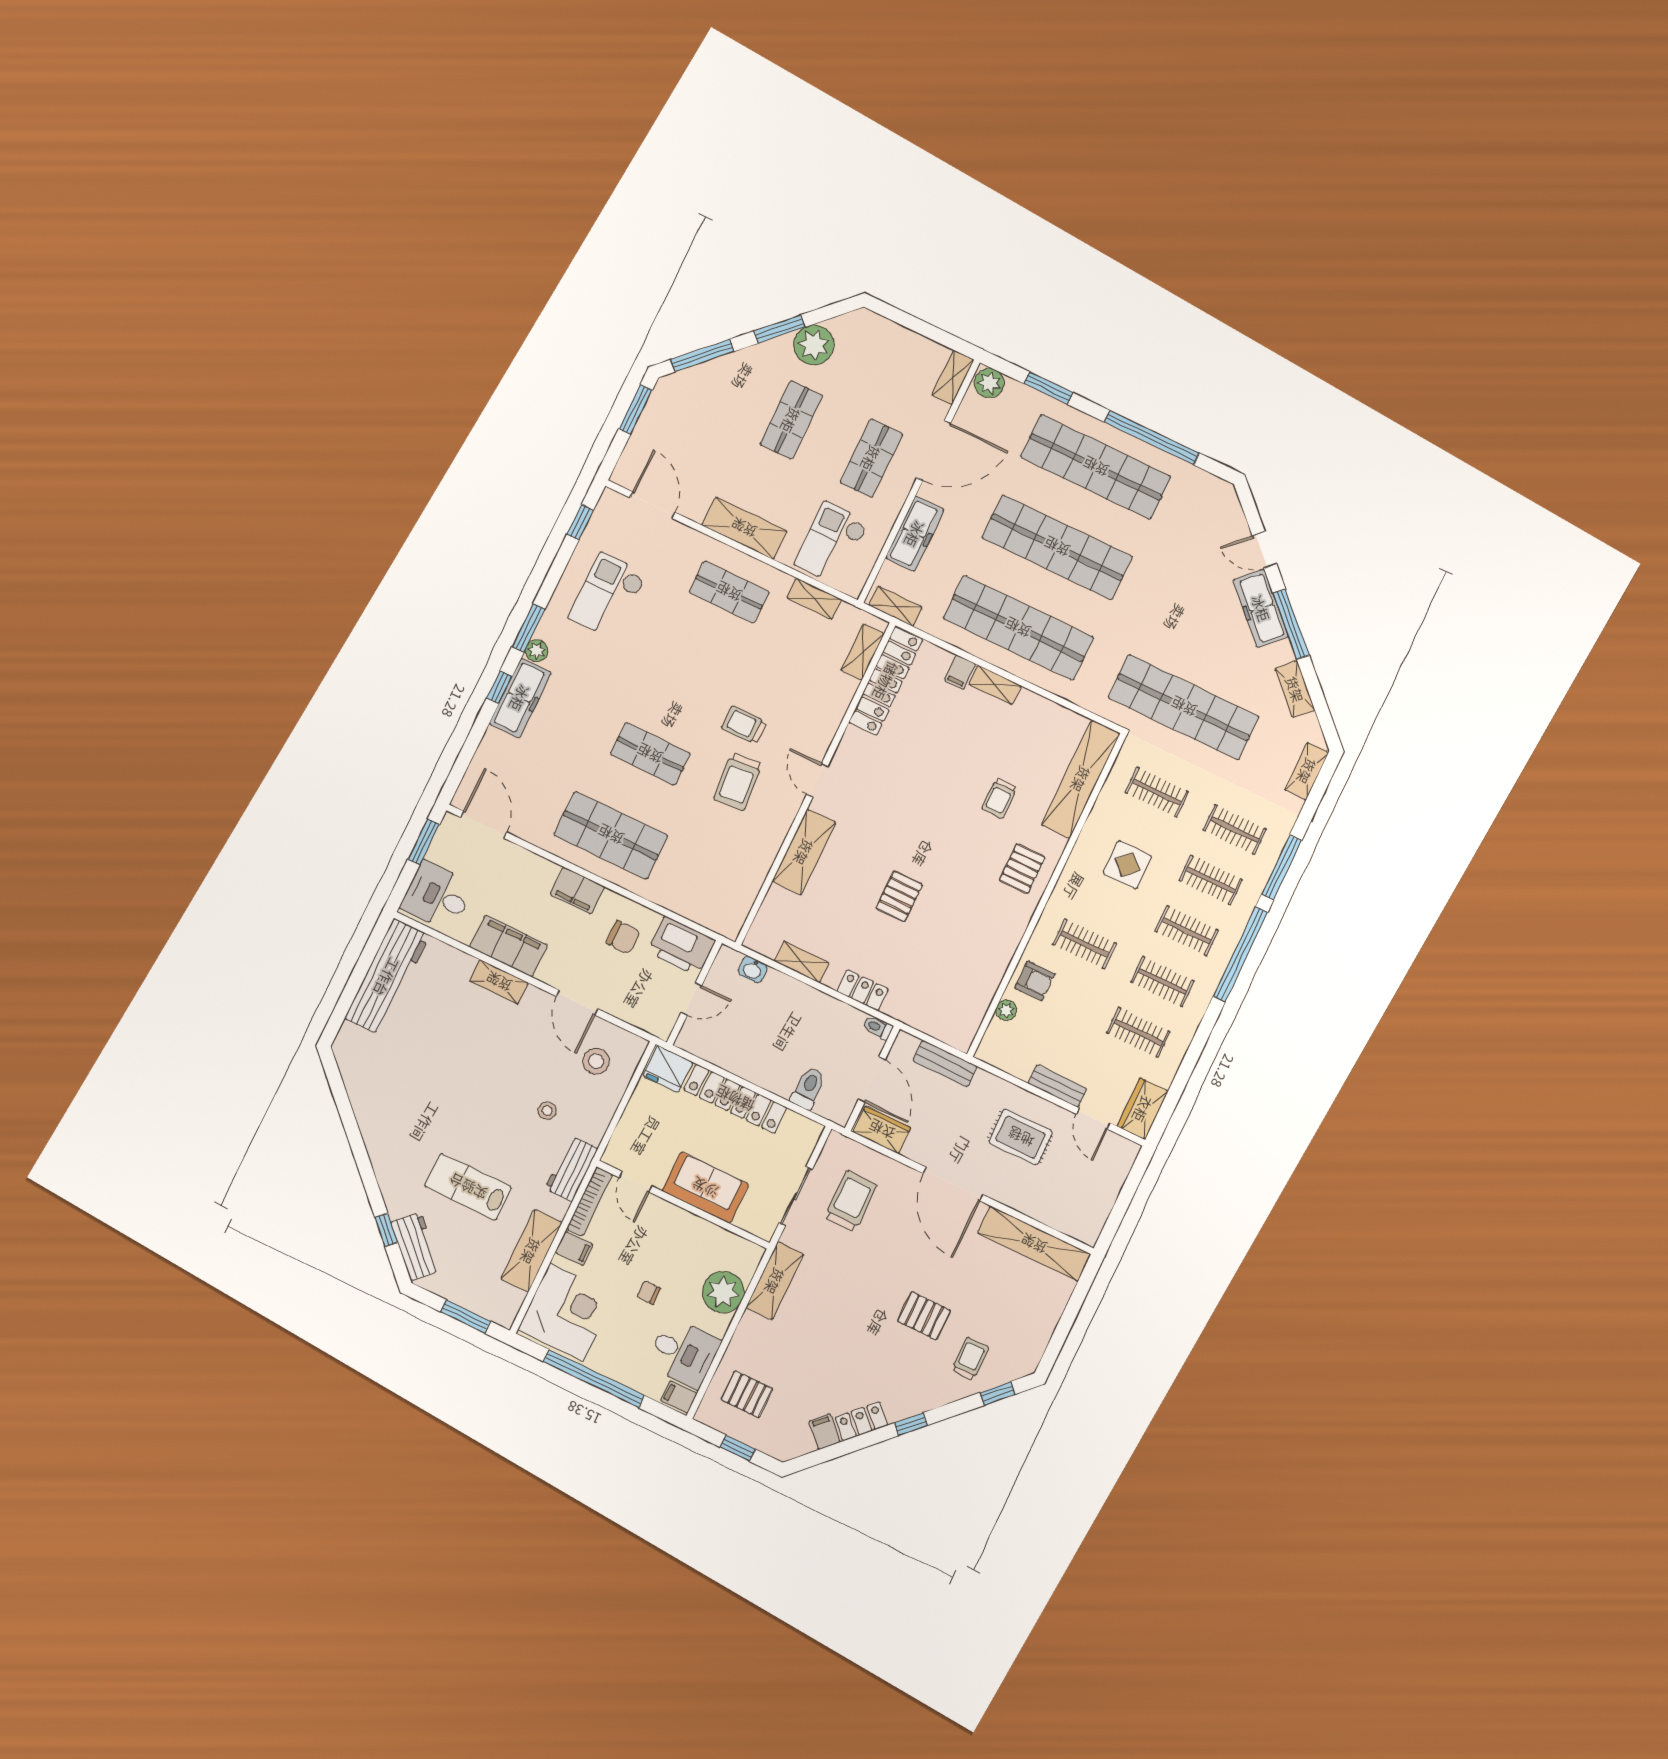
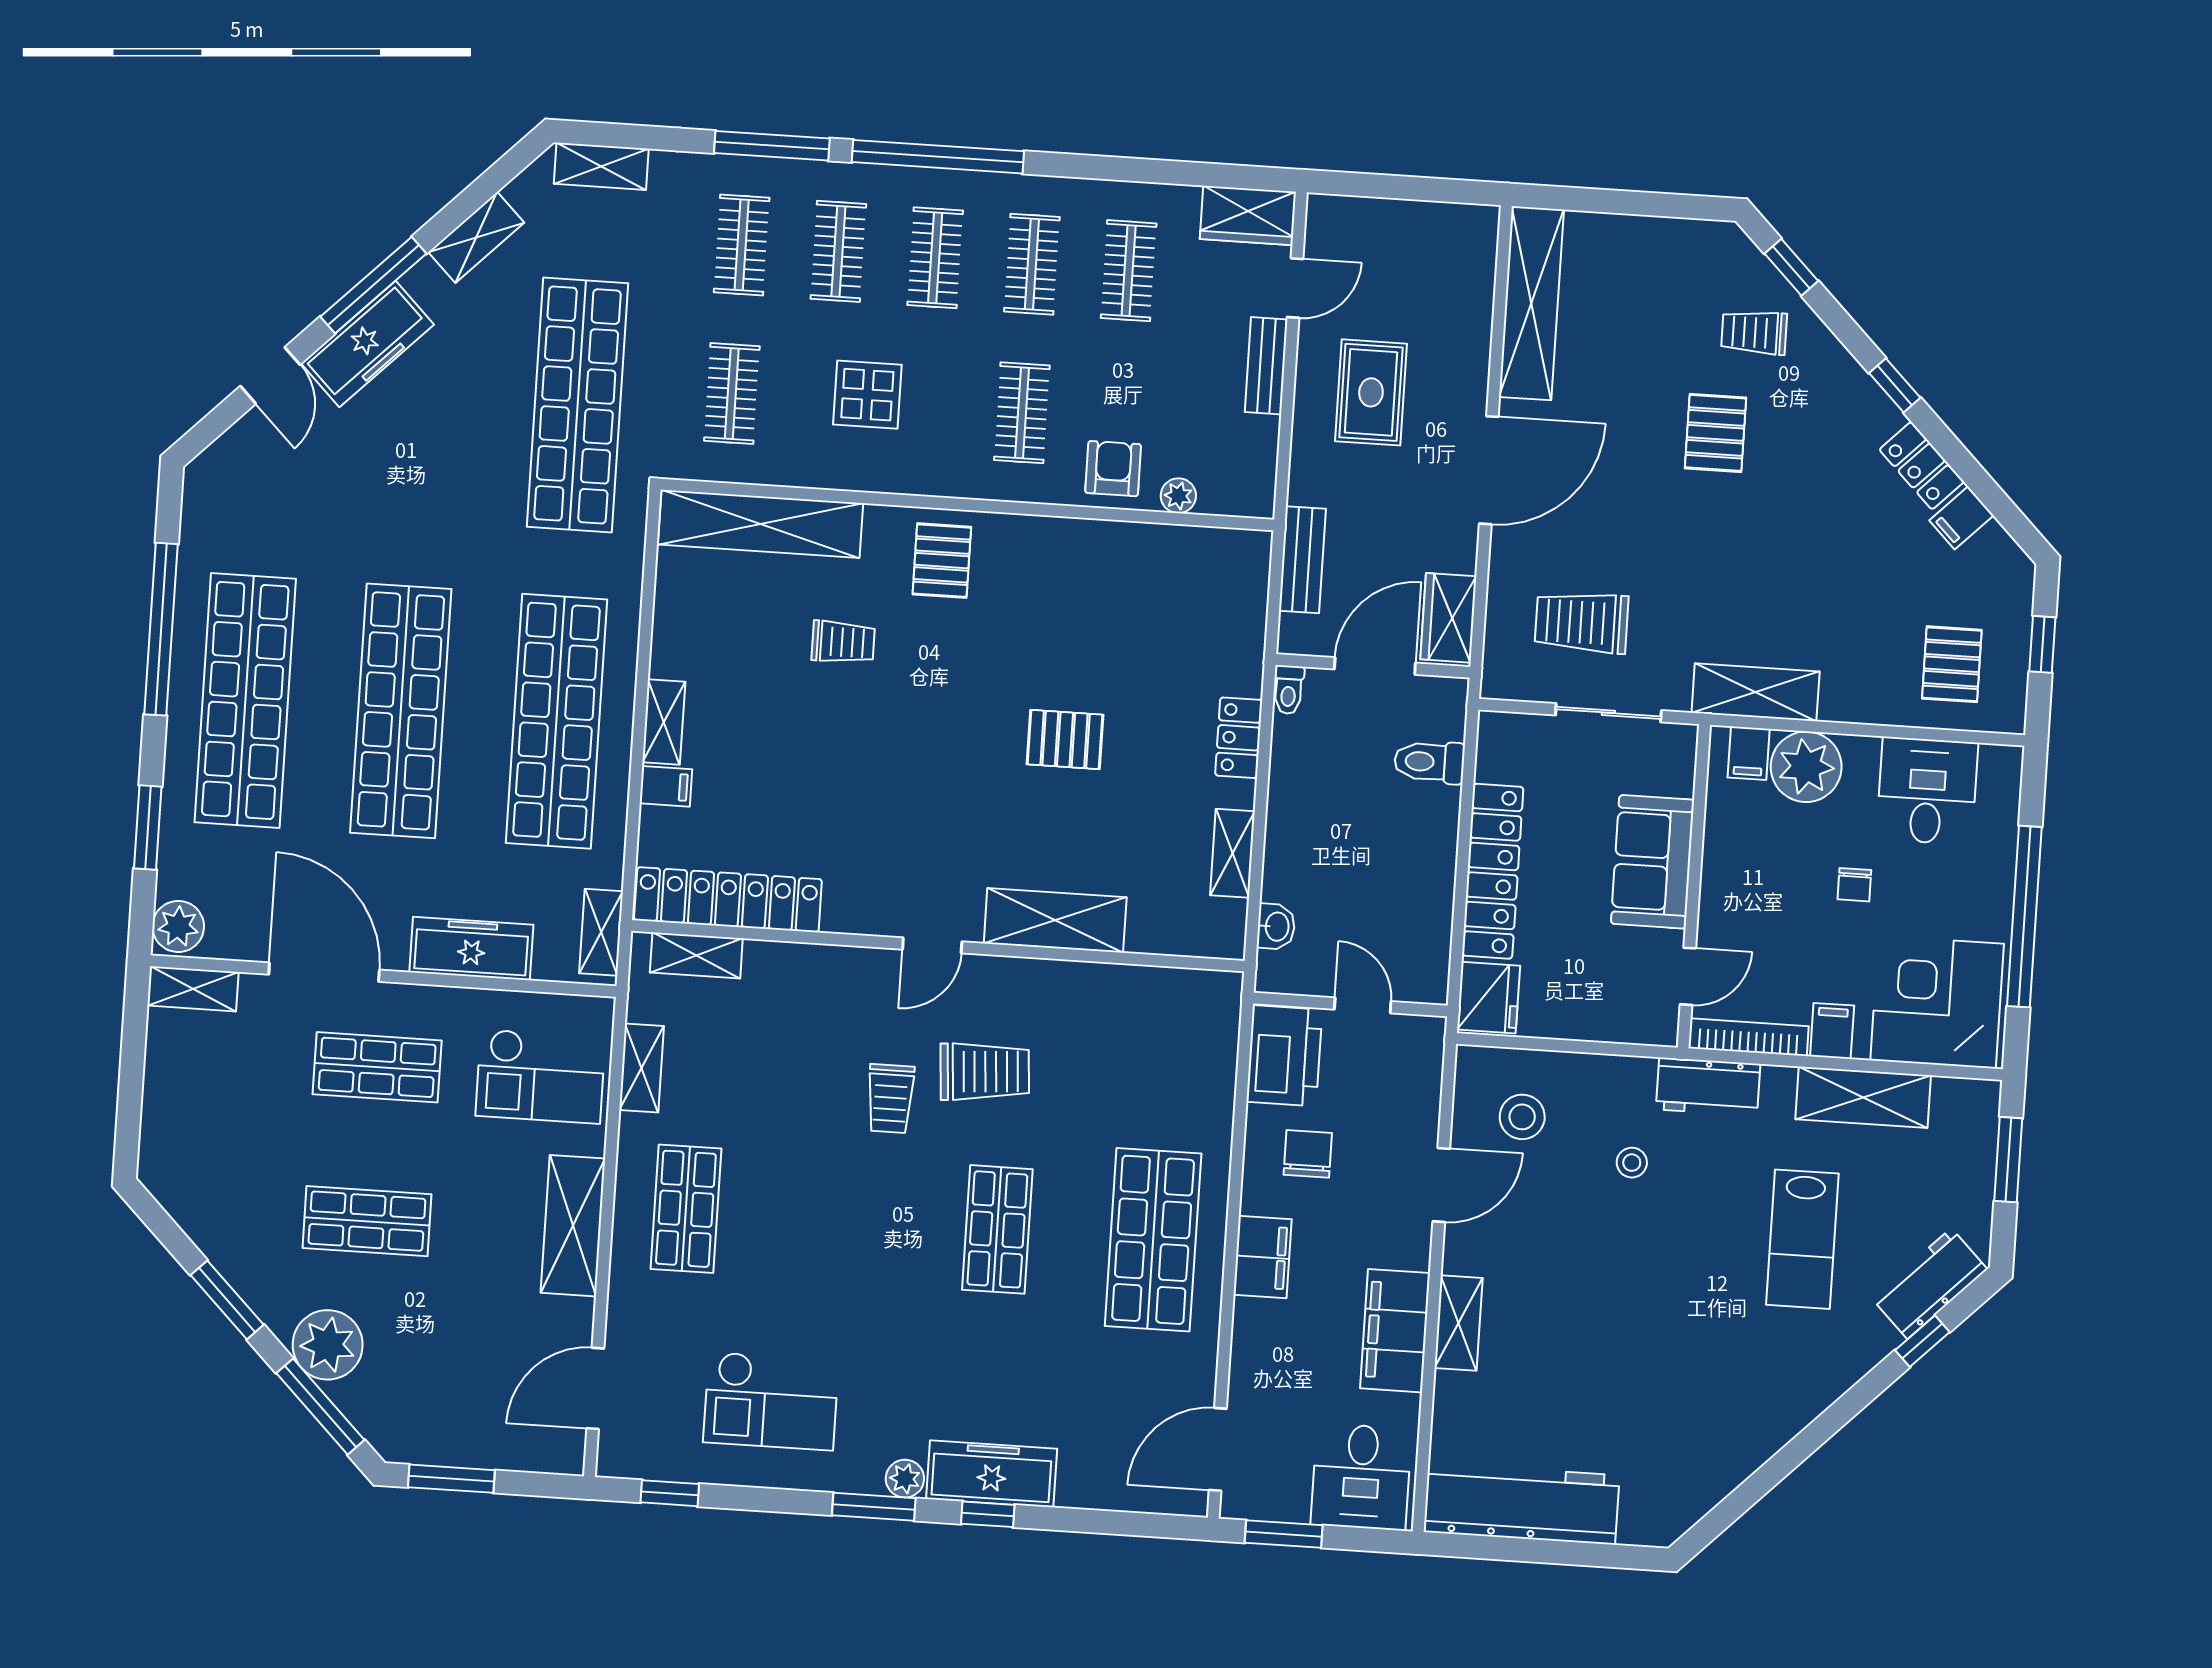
plant: (814, 345) -> (328, 1345), moved
pallet: (1022, 869) -> (942, 561), turned 90
filing cabinet: (679, 1397) -> (1749, 753), moved

